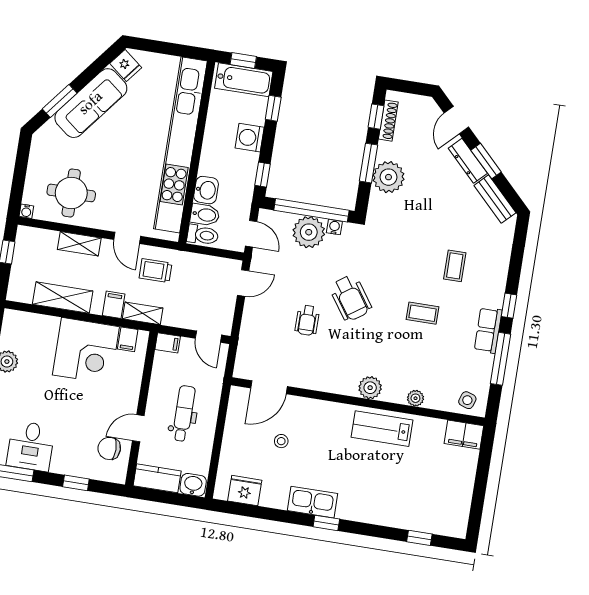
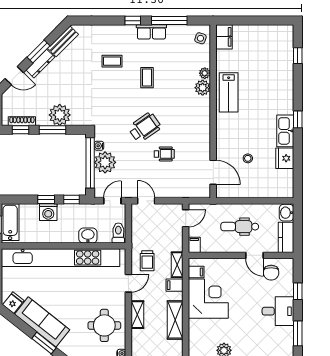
window: (273, 108) -> (46, 199), moved
bidet: (205, 215) -> (105, 234), removed
plant: (370, 388) -> (203, 88), moved
desk: (31, 446) -> (278, 311), moved
fridge: (245, 491) -> (285, 158), moved

